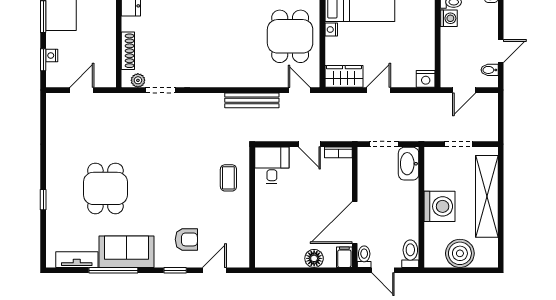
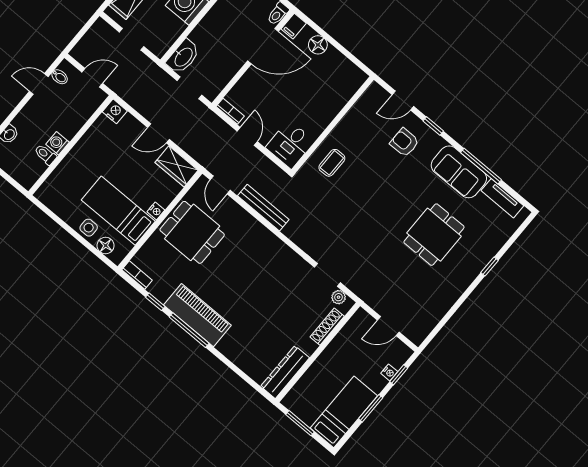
dining table: (290, 36) -> (192, 232), turned 90

